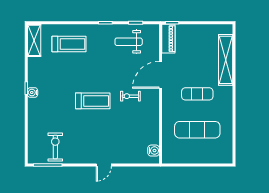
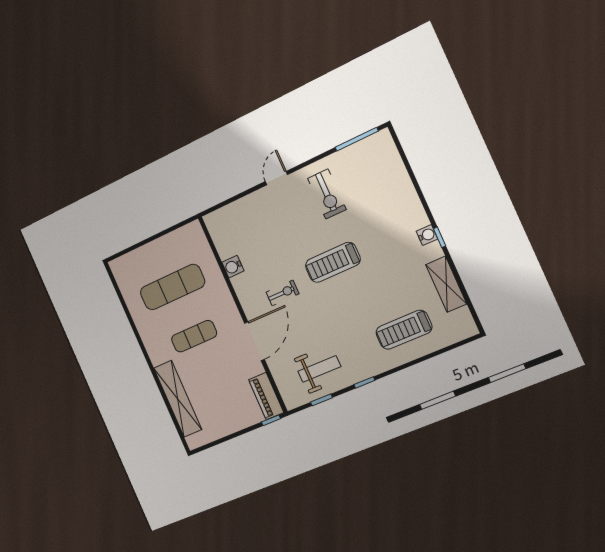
shelving: (34, 40) -> (446, 284), moved
exercise bike: (55, 147) -> (327, 194), moved
water cooler: (154, 151) -> (233, 267), moved

